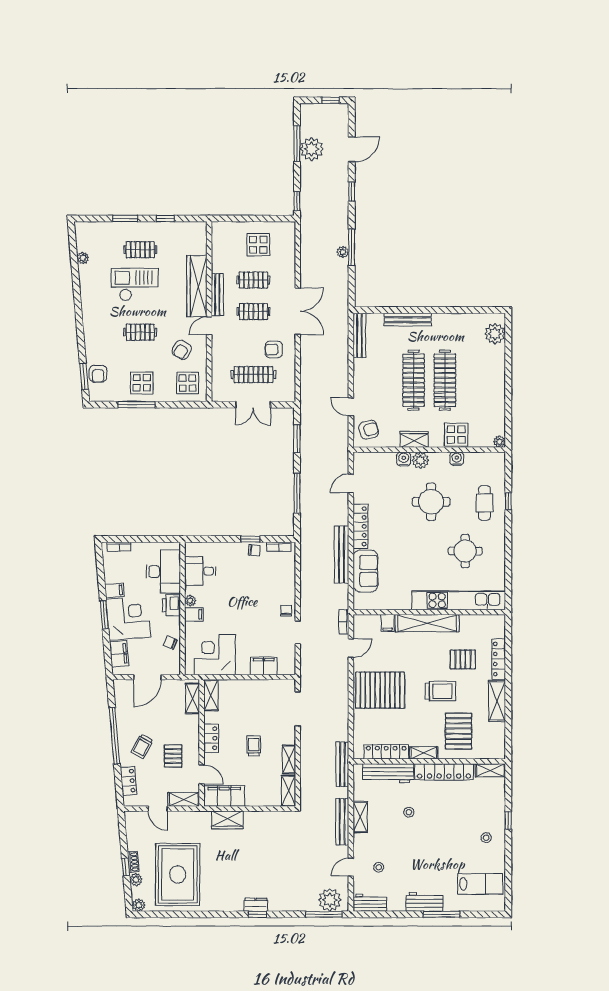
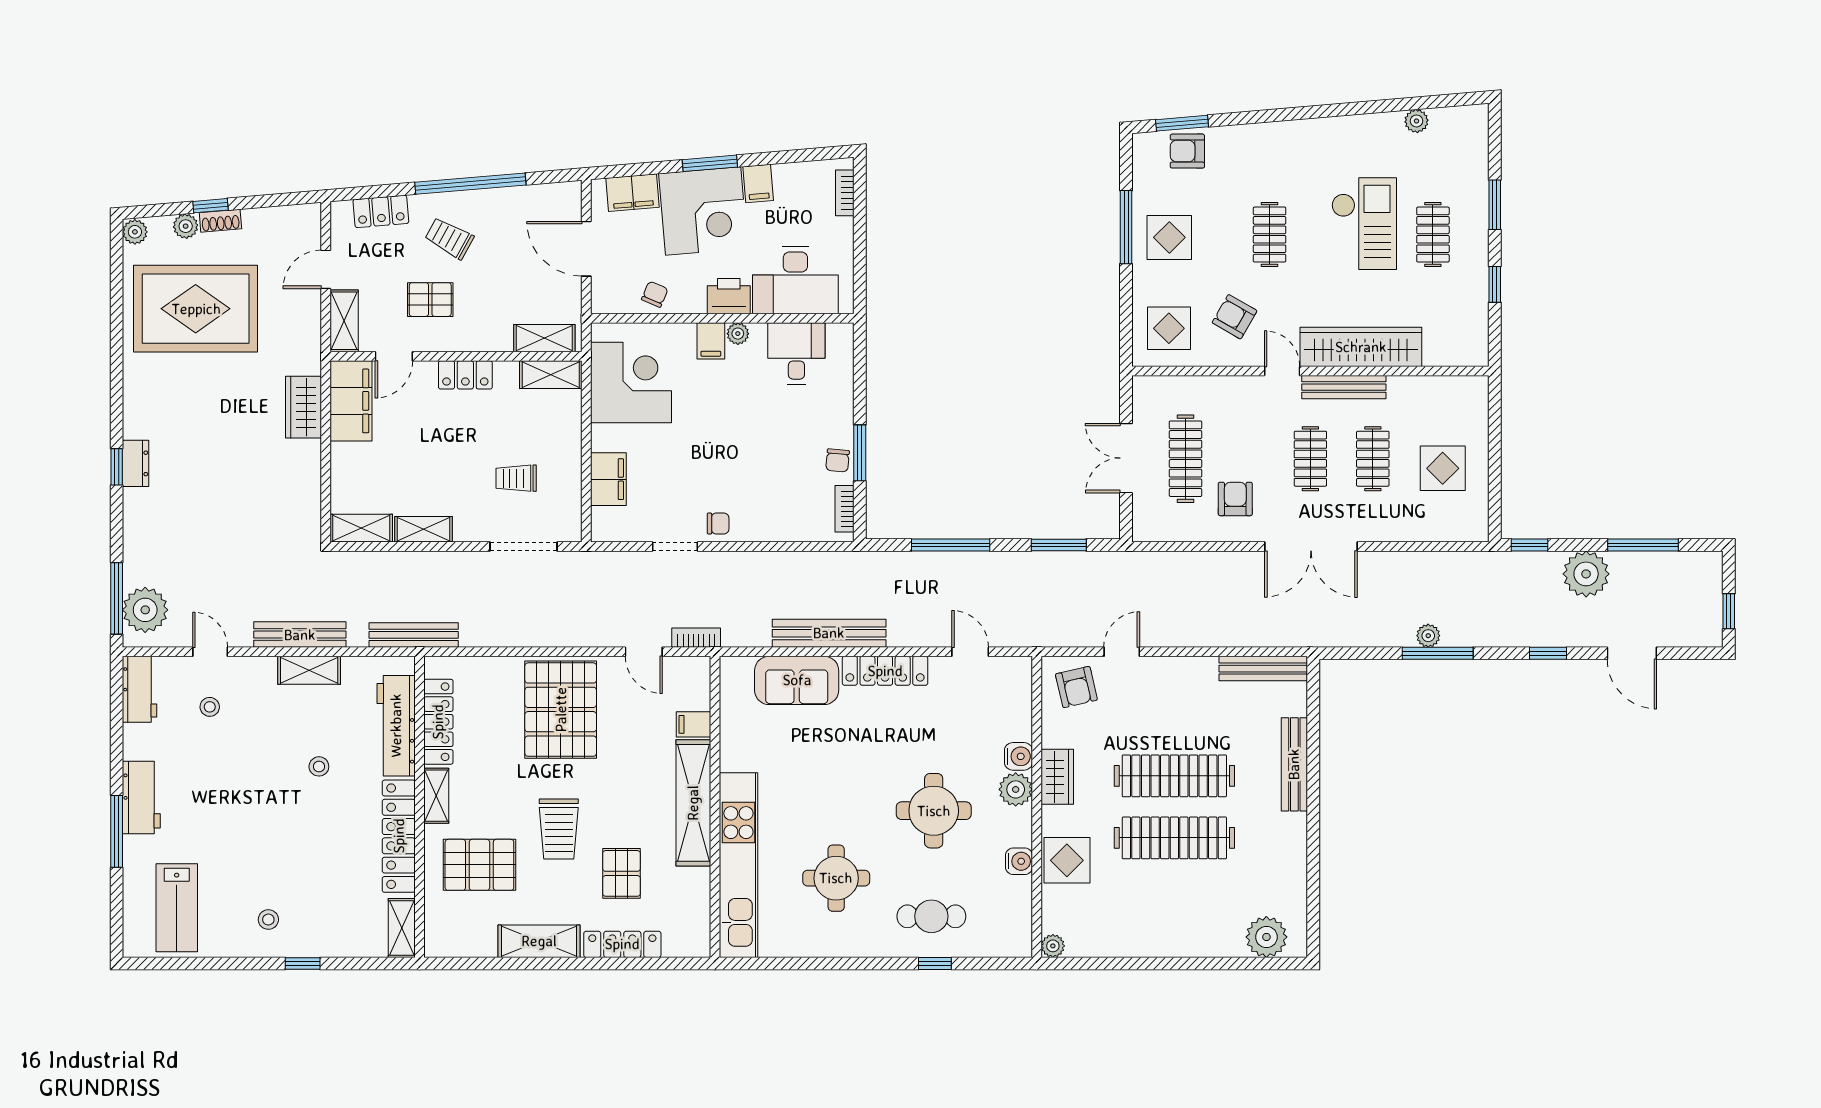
plant: (312, 149) -> (1586, 574), moved
window: (250, 539) -> (860, 453), width x1.50
trolley: (254, 746) -> (516, 478), moved, turned 180

